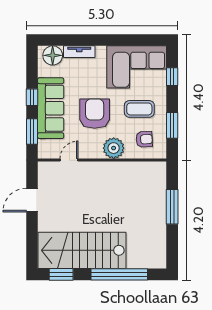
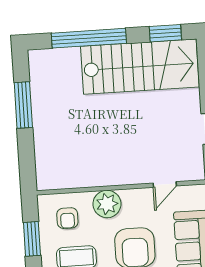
armchair: (144, 139) -> (67, 218), turned -87
window: (172, 207) -> (23, 105), moved

